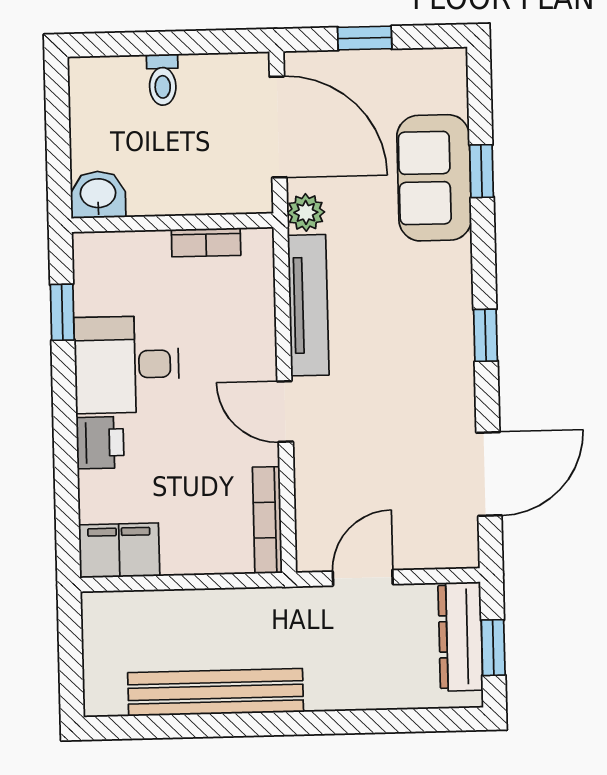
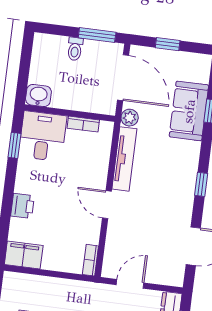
window: (206, 42) -> (97, 35), added
desk: (127, 365) -> (43, 136), moved, turned 90
bookcase: (267, 520) -> (90, 260), width x0.64

